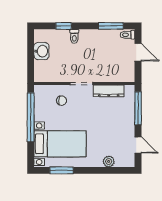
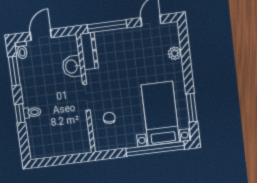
window: (64, 26) -> (20, 113), moved
washbasin: (41, 51) -> (72, 66), moved, turned -90
dresser: (109, 91) -> (89, 51), moved
window: (31, 117) -> (155, 149), moved

